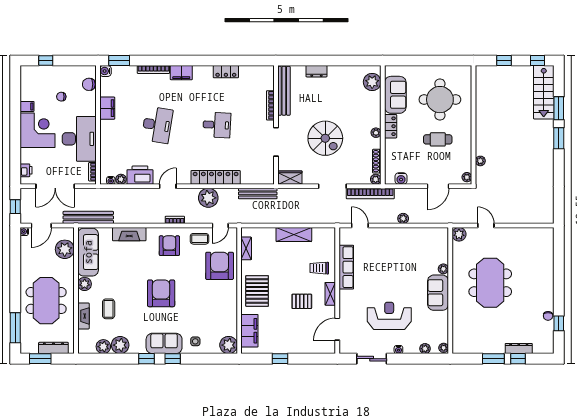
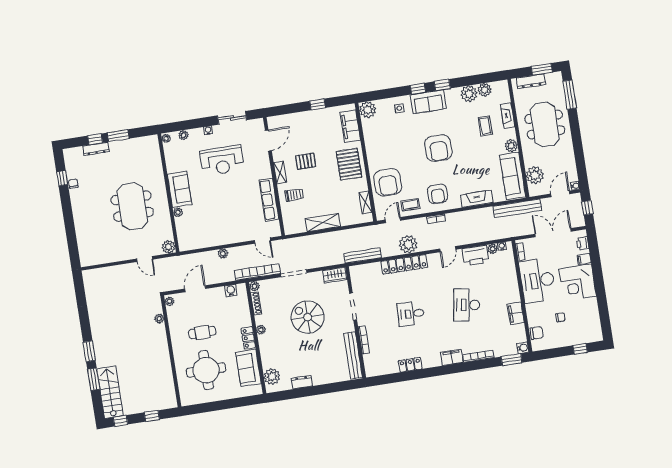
dresser: (316, 71) -> (302, 382), moved
filing cabinet: (27, 106) -> (584, 259), moved

